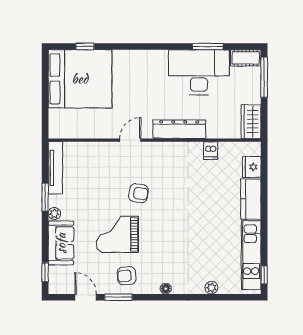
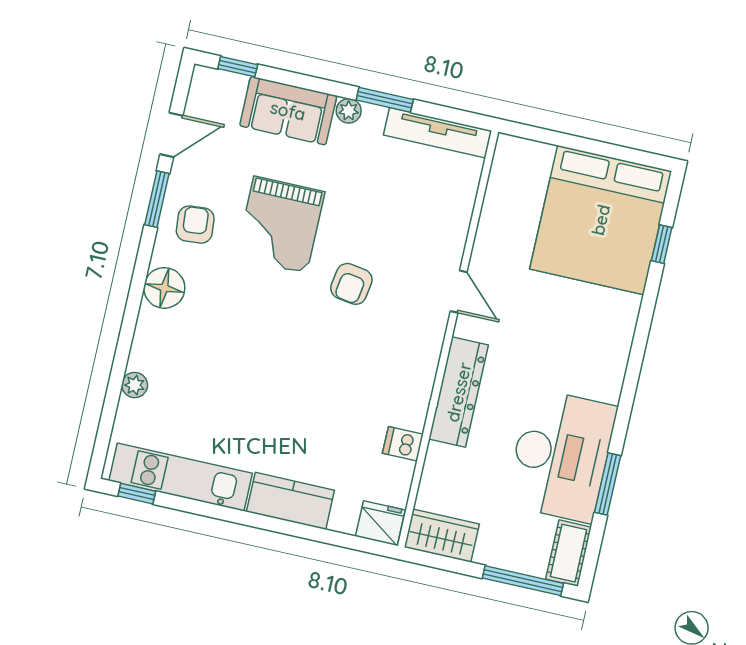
fridge: (252, 167) -> (380, 523), moved
grand piano: (117, 234) -> (280, 225), turned 180
floor lamp: (166, 289) -> (164, 288), width x1.89, depth x1.89

